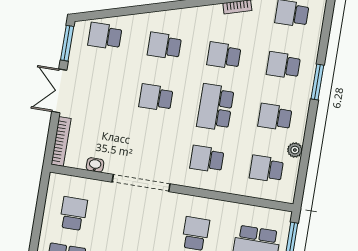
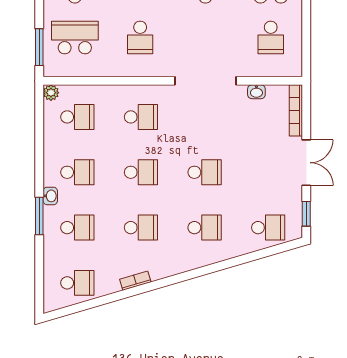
window: (67, 43) -> (306, 214), width x0.67
washbasin: (304, 99) -> (50, 196), added
school desk: (215, 107) -> (141, 172), width x0.54
plant: (295, 150) -> (51, 93), moved

